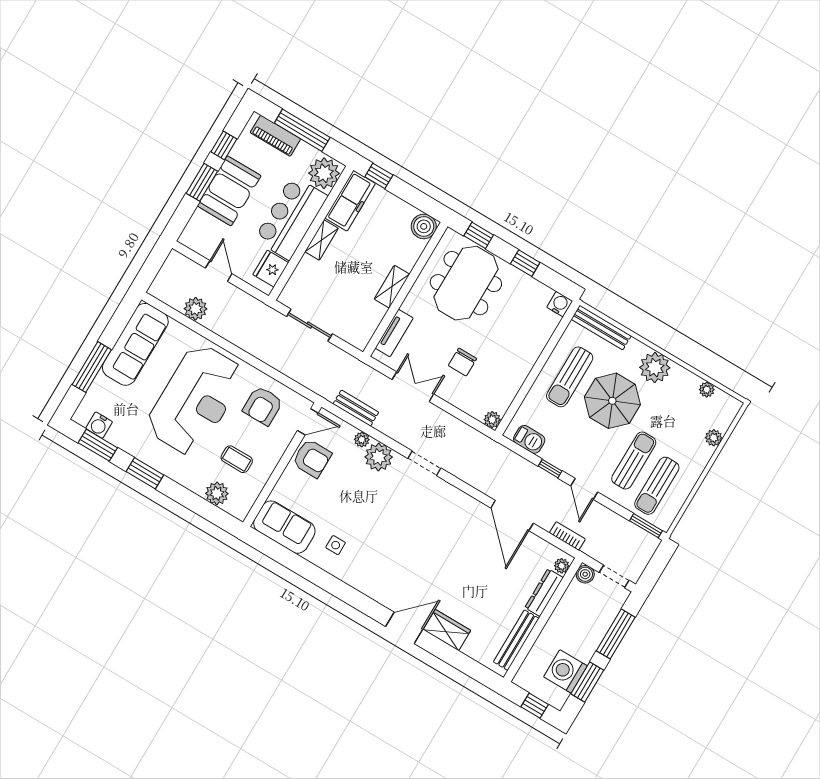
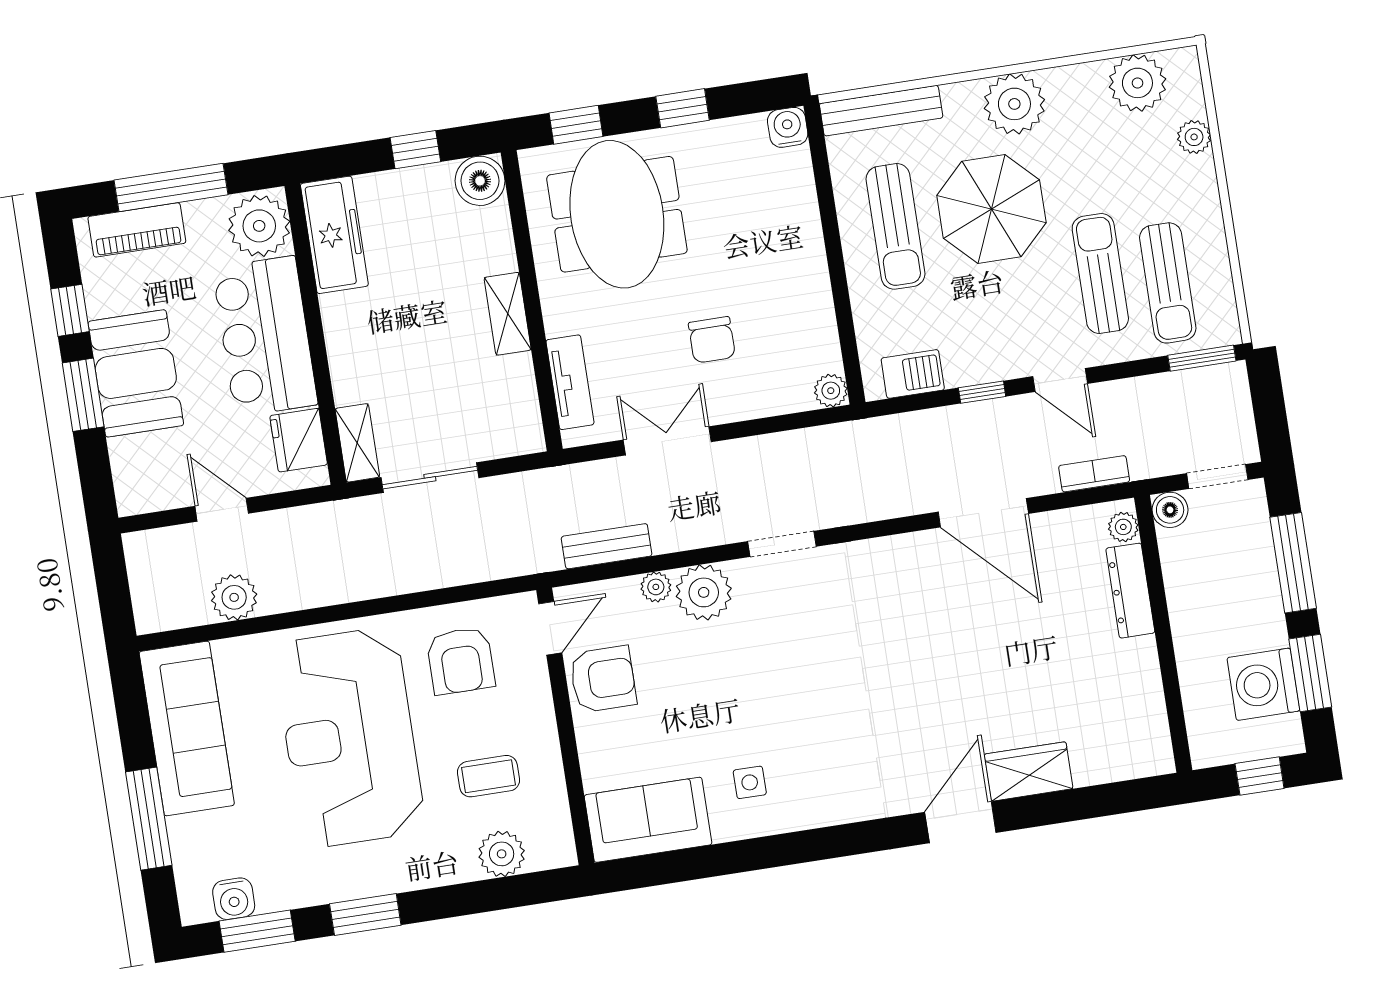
window: (379, 176) -> (415, 150), moved
shelving: (321, 240) -> (357, 443), moved
plant: (707, 390) -> (1137, 83), width x1.88, depth x1.88
reception desk: (195, 400) -> (349, 738), turned 180
bench: (516, 640) -> (1148, 699), removed

